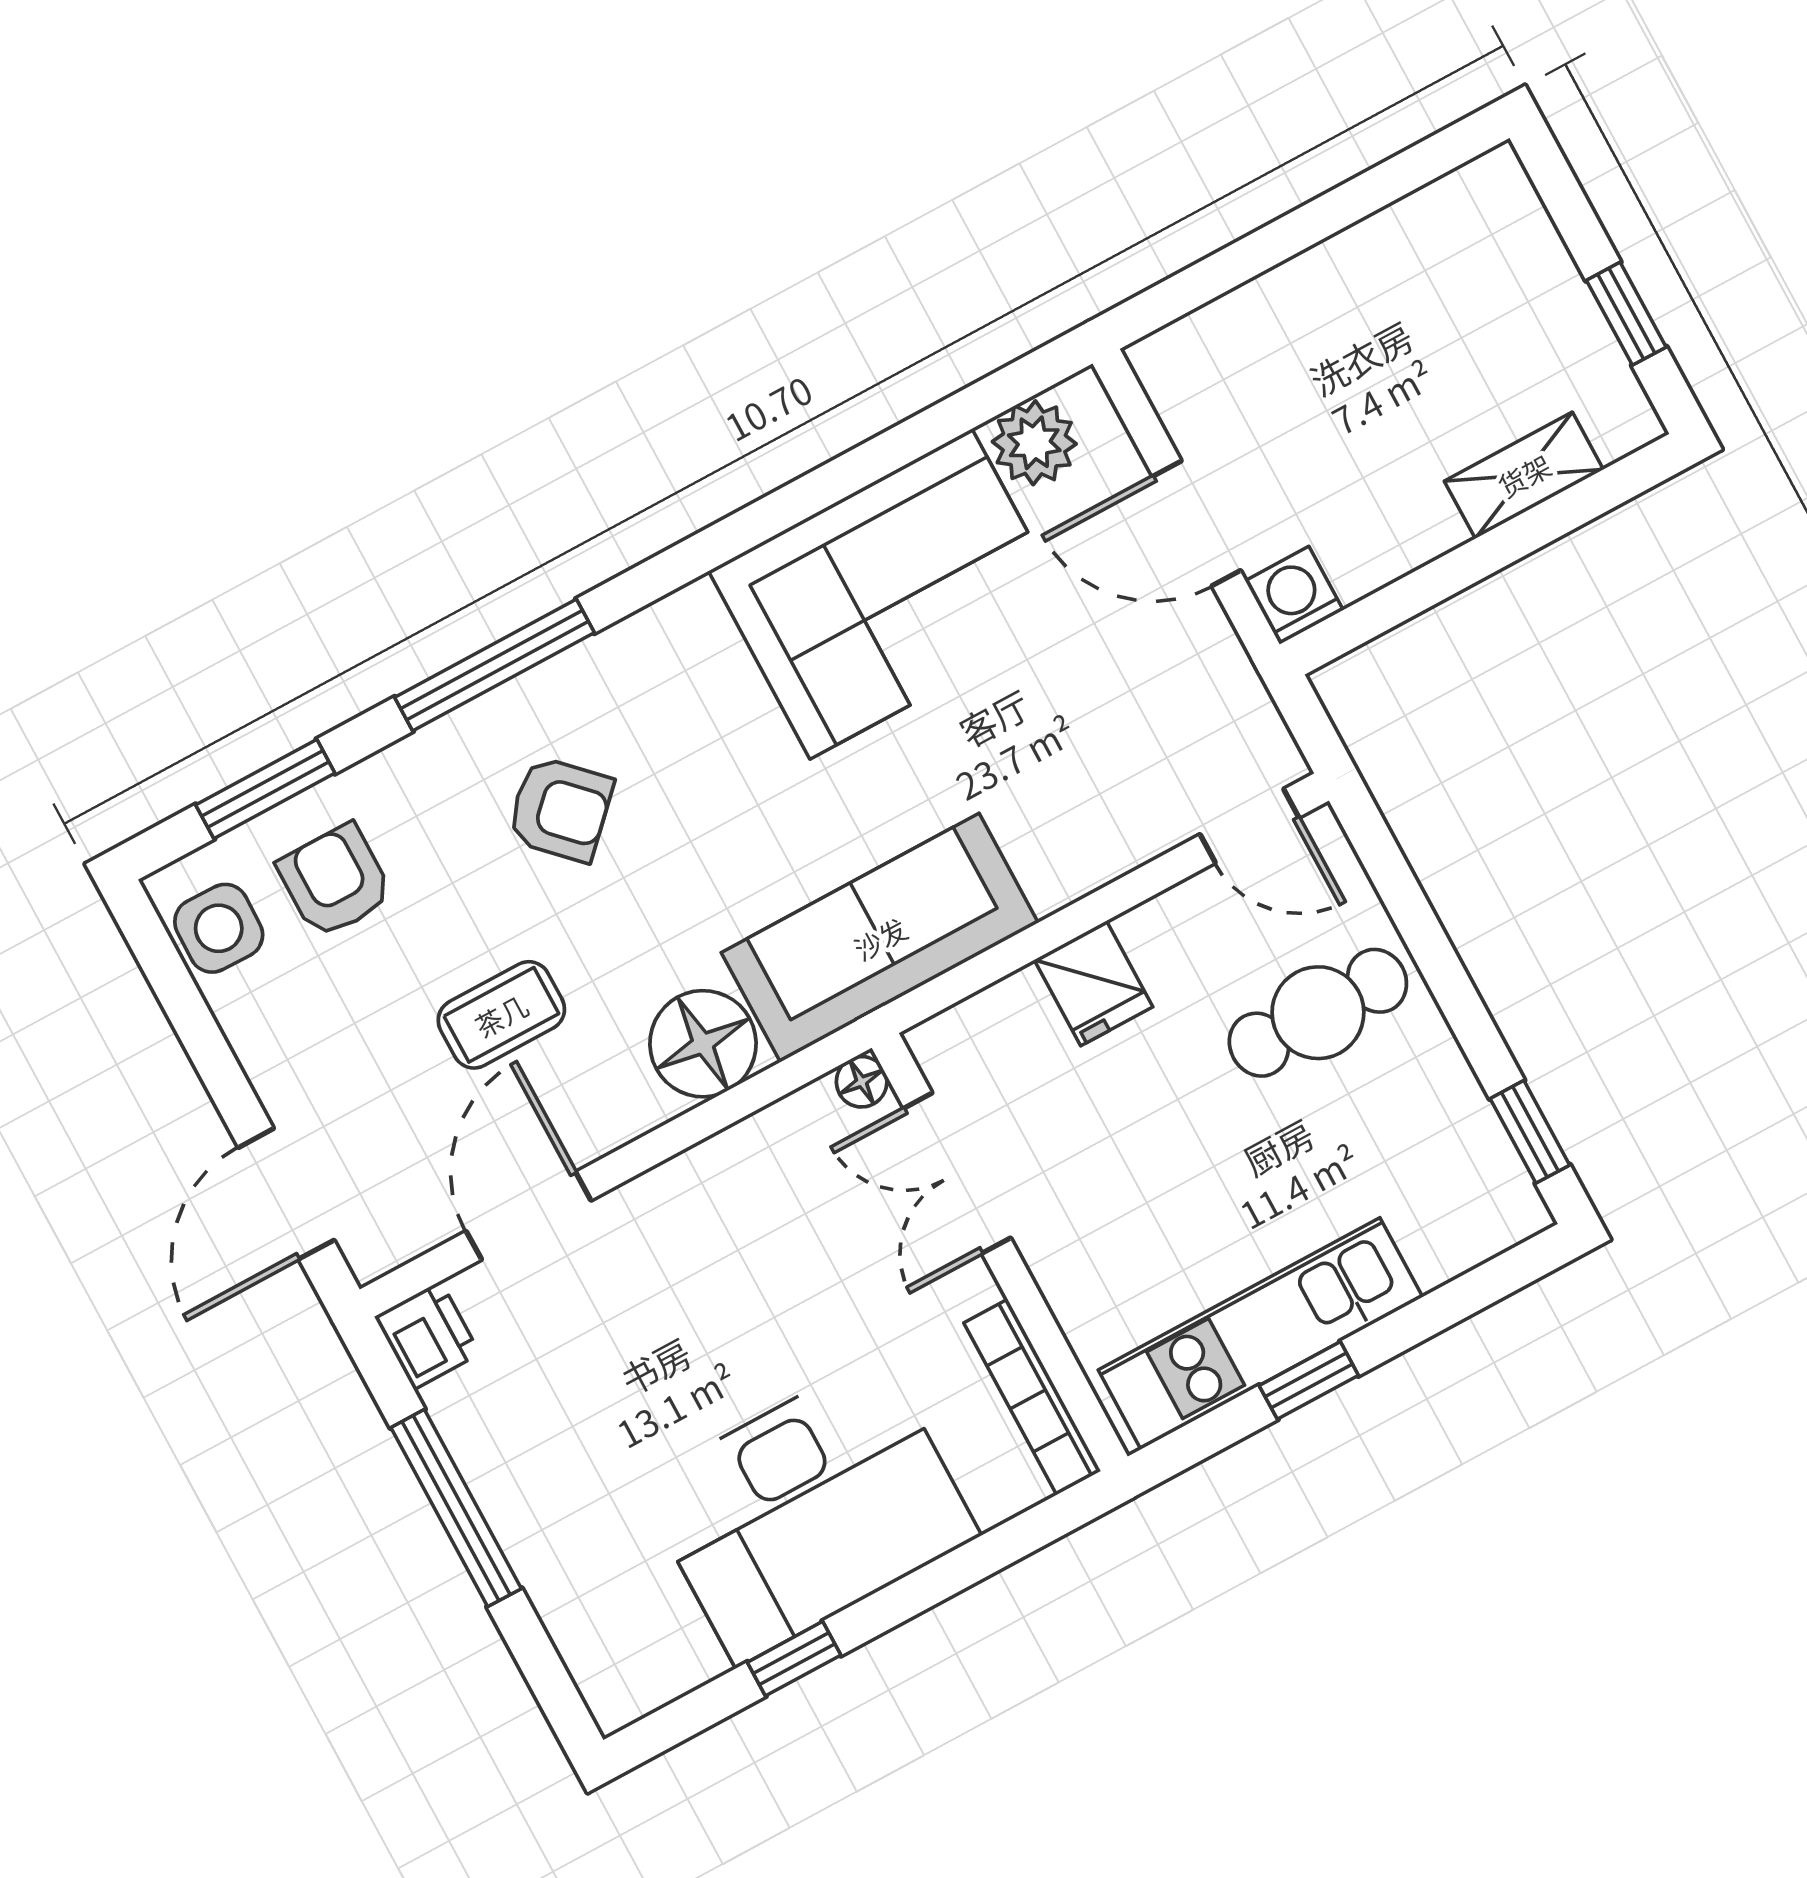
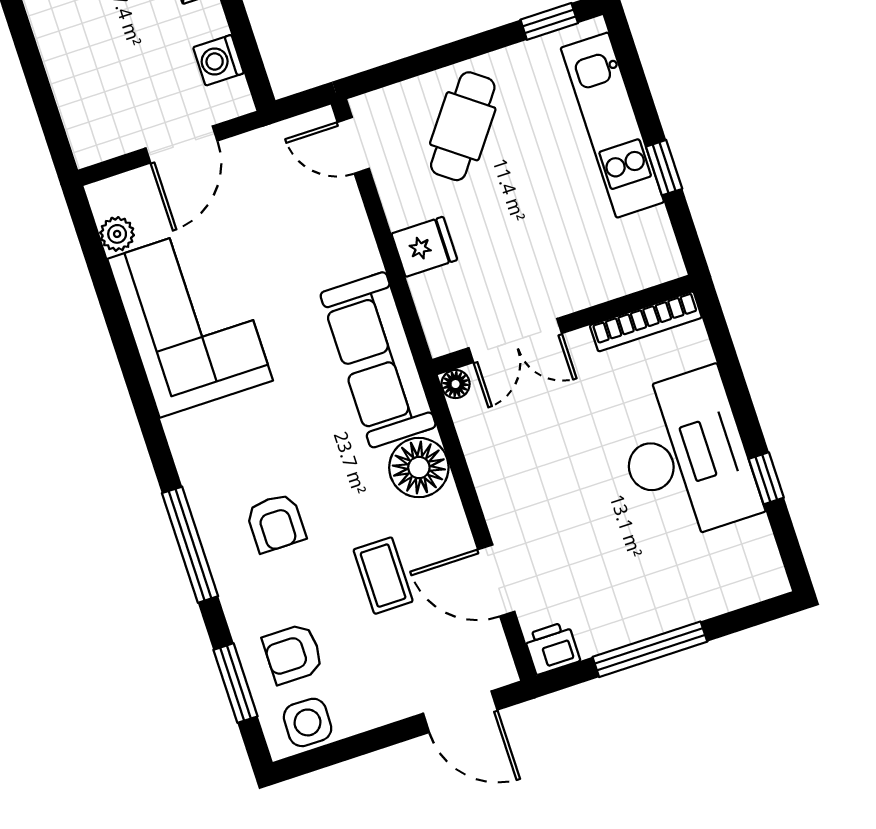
plant: (1034, 443) -> (117, 234), width x0.73, depth x0.73
washing machine: (1294, 595) -> (218, 60), moved
armchair: (560, 809) -> (276, 523), turned 135
door: (1249, 826) -> (353, 145), swing flipped
cafe table: (1318, 1013) -> (463, 126), turned 37
kitchen unit: (1260, 1333) -> (612, 125), moved

